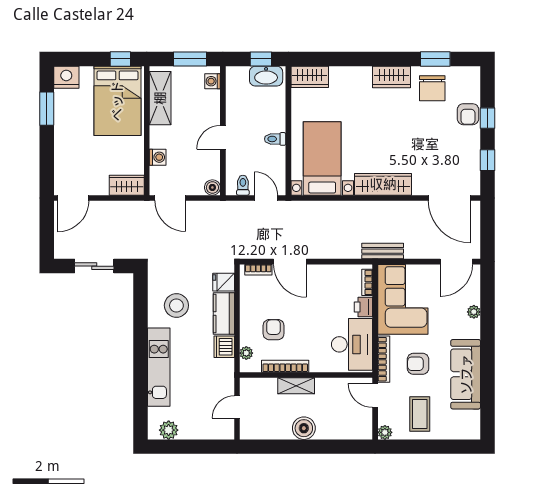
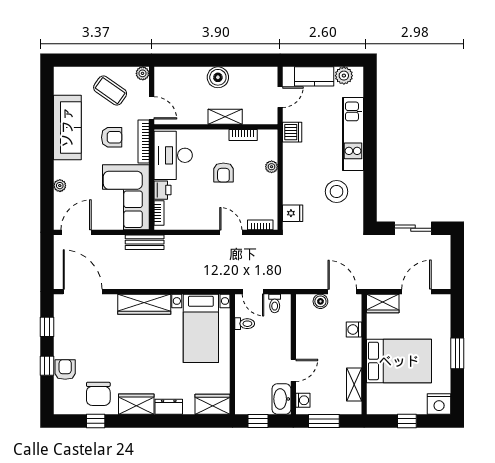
window: (120, 59) -> (407, 421), moved
window: (435, 59) -> (96, 421), width x0.67
dresser: (357, 74) -> (169, 407), added
washbasin: (266, 76) -> (281, 399), moved, turned -90
chair: (432, 88) -> (98, 394), turned 180
shelving: (160, 98) -> (354, 385), width x0.67, depth x0.75
bed: (117, 101) -> (399, 361), moved, turned 90
window: (47, 109) -> (457, 353), moved
door: (223, 137) -> (293, 370), moved
toilet: (275, 139) -> (245, 324), moved
boiler: (212, 187) -> (320, 301), moved
door: (73, 198) -> (416, 292), moved
door: (290, 262) -> (231, 232), width x0.73
kitchen counter: (224, 314) -> (314, 76), moved, turned 90
armchair: (274, 330) -> (223, 172), moved
dishwasher: (224, 347) -> (292, 132), moved
plant: (246, 353) -> (272, 167), moved
bookcase: (285, 366) -> (243, 135), width x0.64
coffee table: (420, 414) -> (110, 91), turned -55

